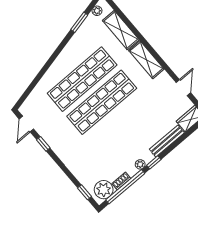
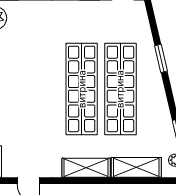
window: (43, 70) -> (161, 58), added

